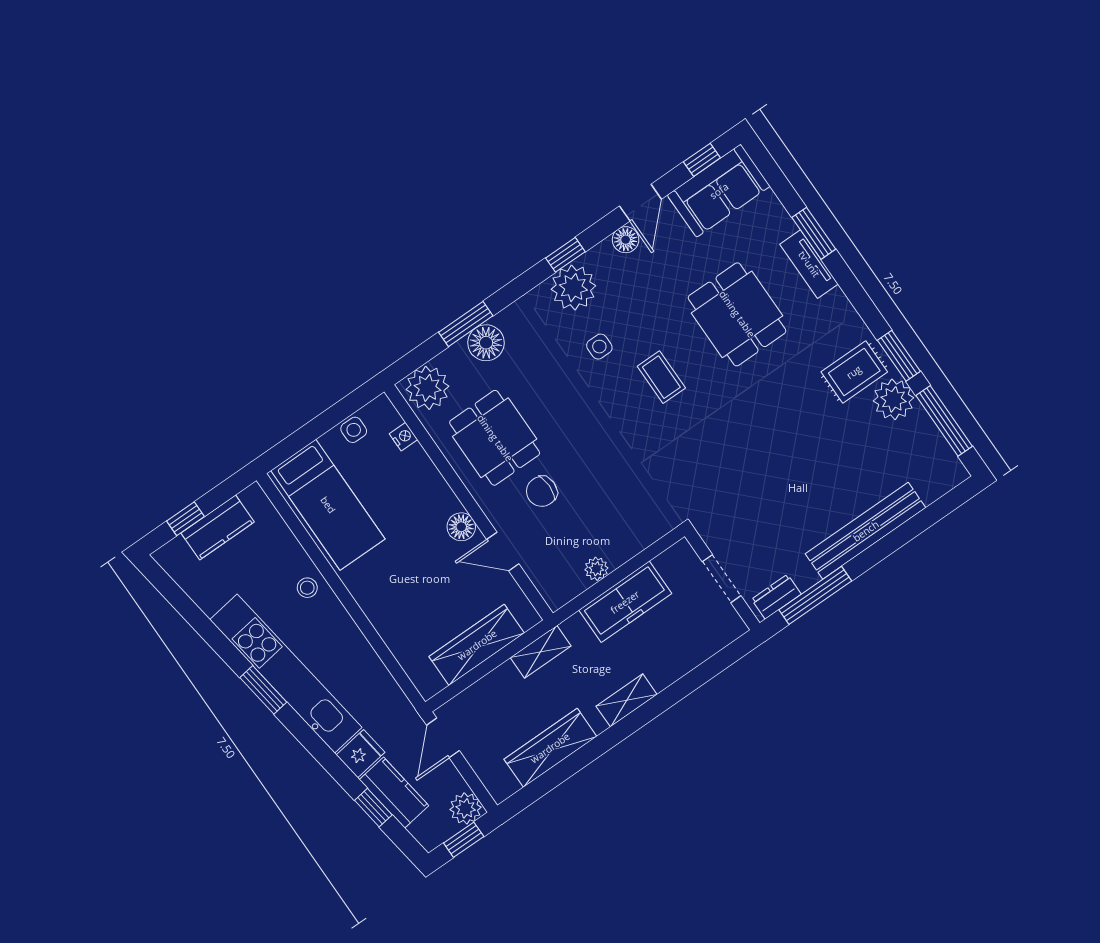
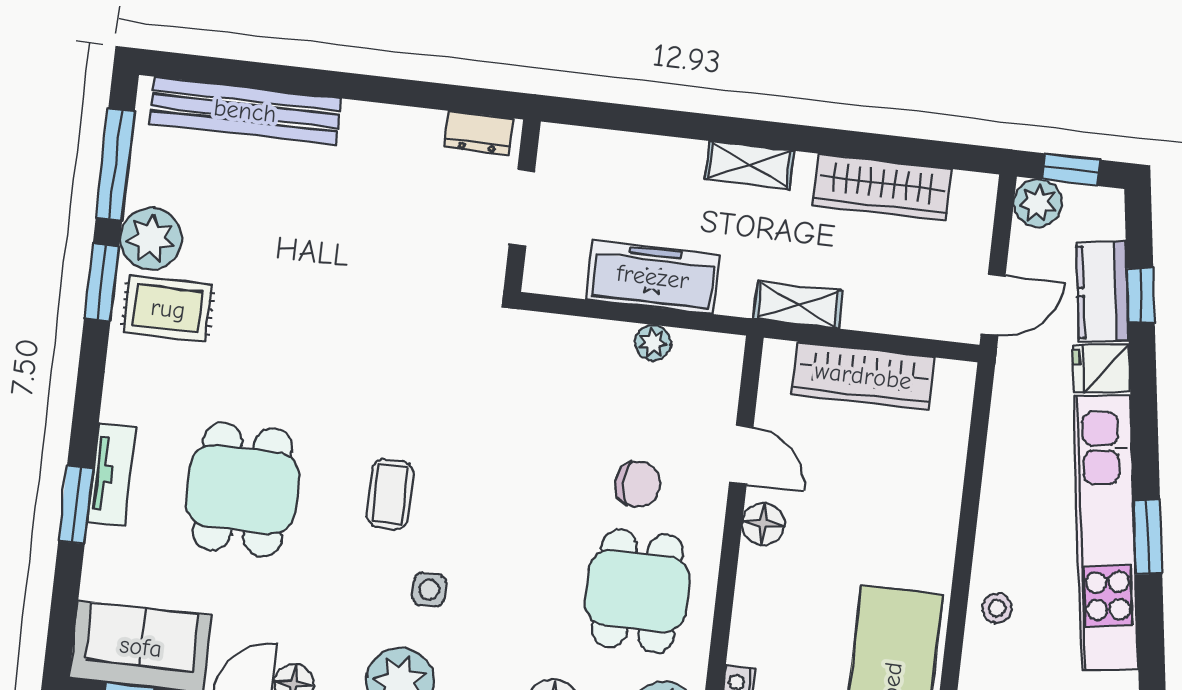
bench: (866, 531) -> (245, 111), moved
window: (815, 595) -> (433, 96), removed

